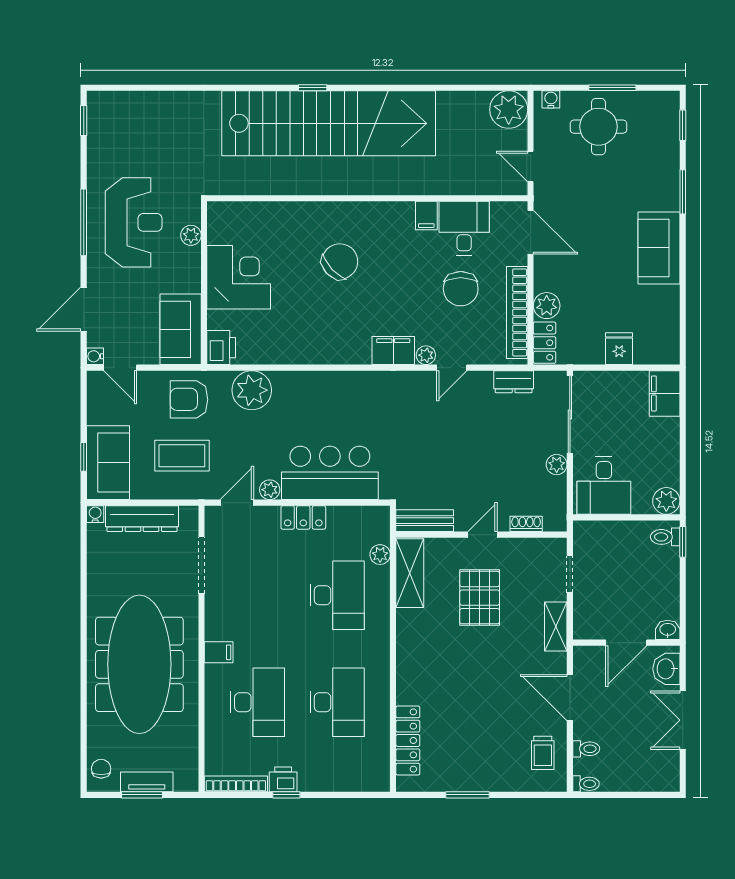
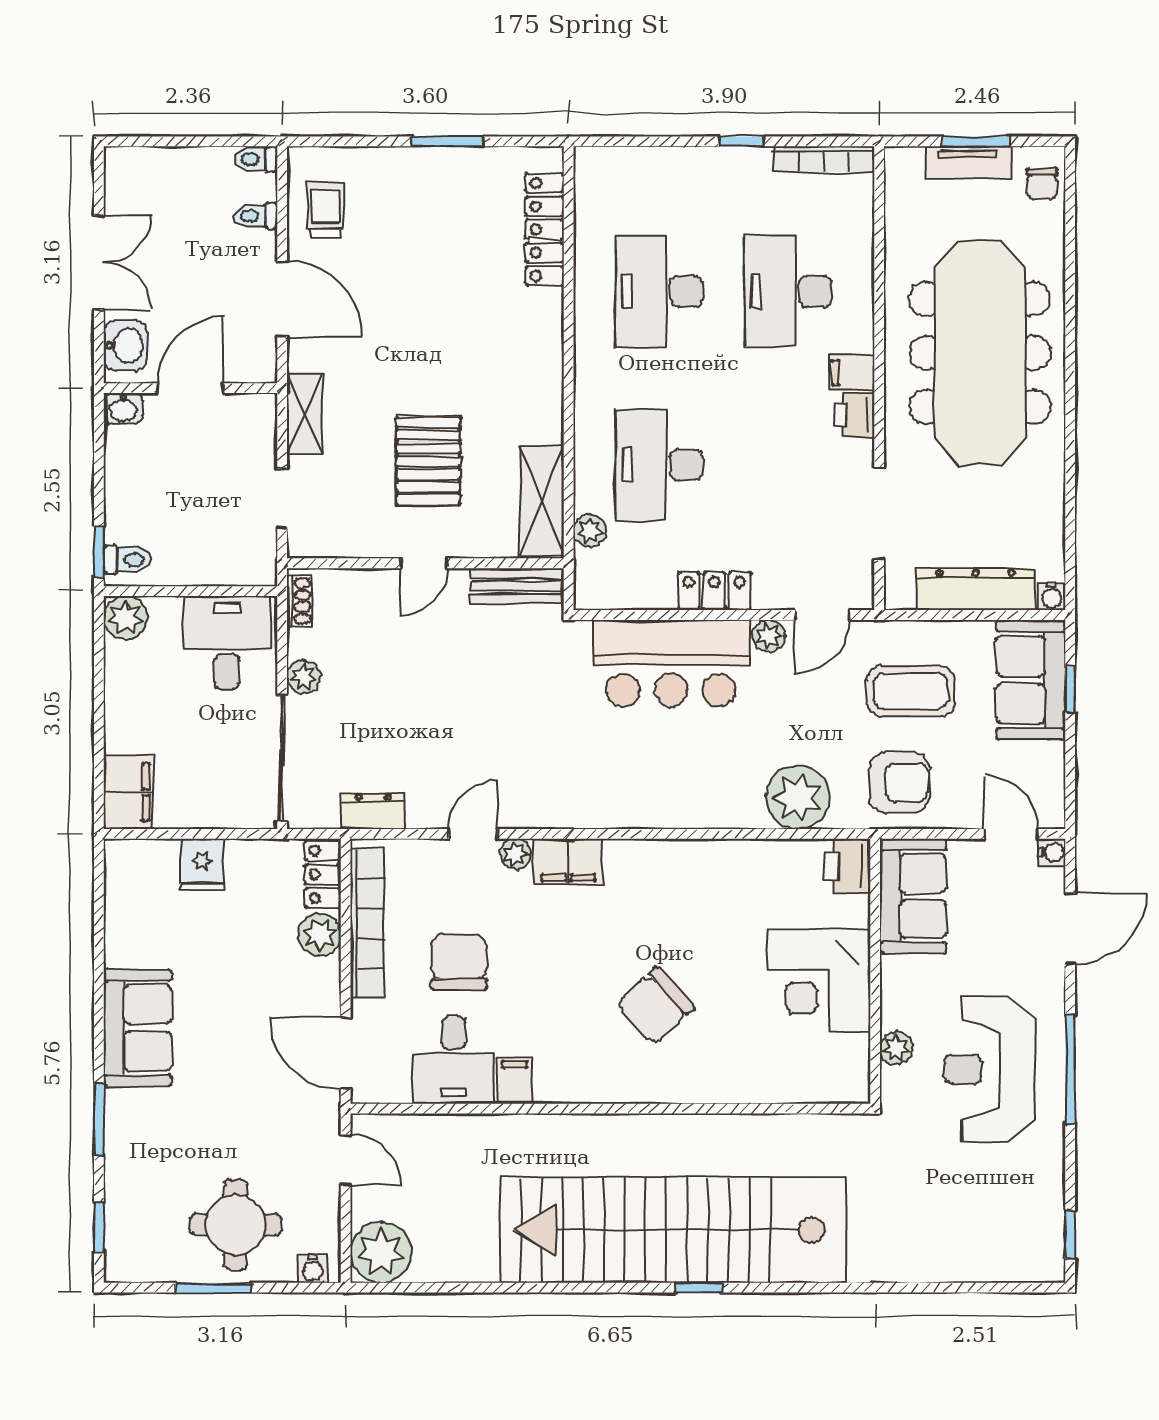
shoe rack: (526, 524) -> (299, 601), moved, turned -90
printer: (283, 779) -> (854, 415), moved, turned 90

